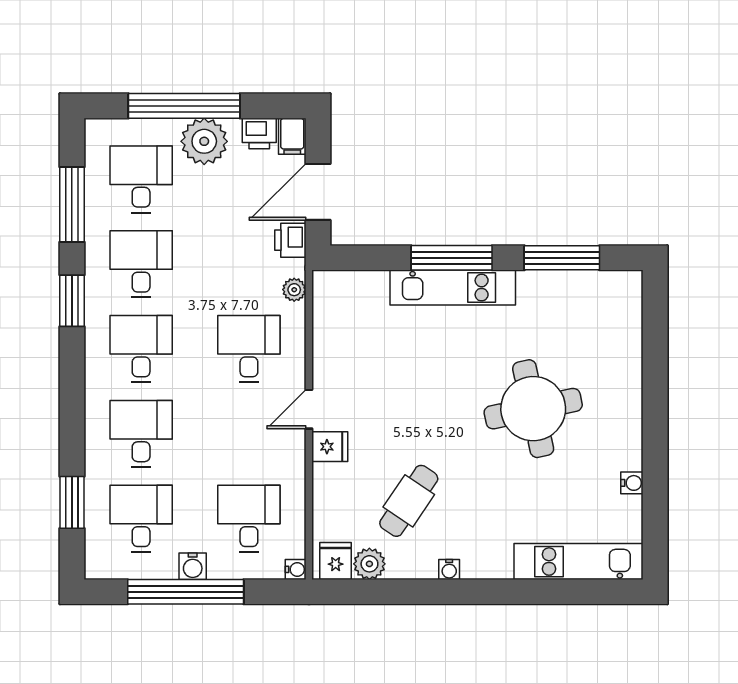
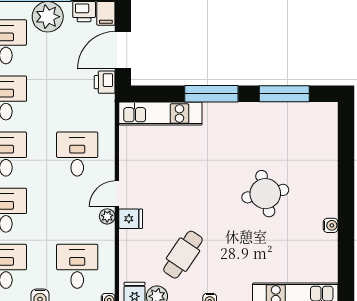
kitchen unit: (453, 288) -> (160, 114), moved
plant: (294, 290) -> (107, 216), moved
round table: (533, 409) -> (265, 194), width x0.73, depth x0.73
water cooler: (632, 483) -> (331, 225), moved

